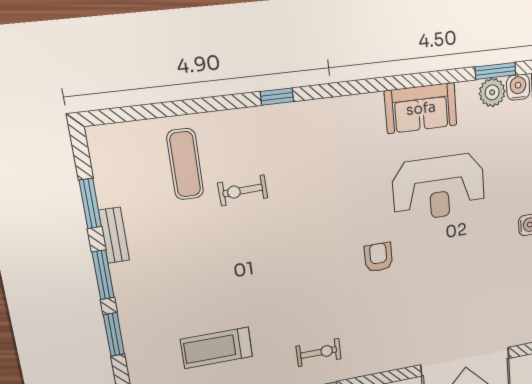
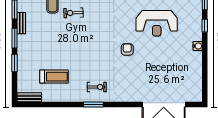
treadmill: (217, 348) -> (54, 77), turned 180

